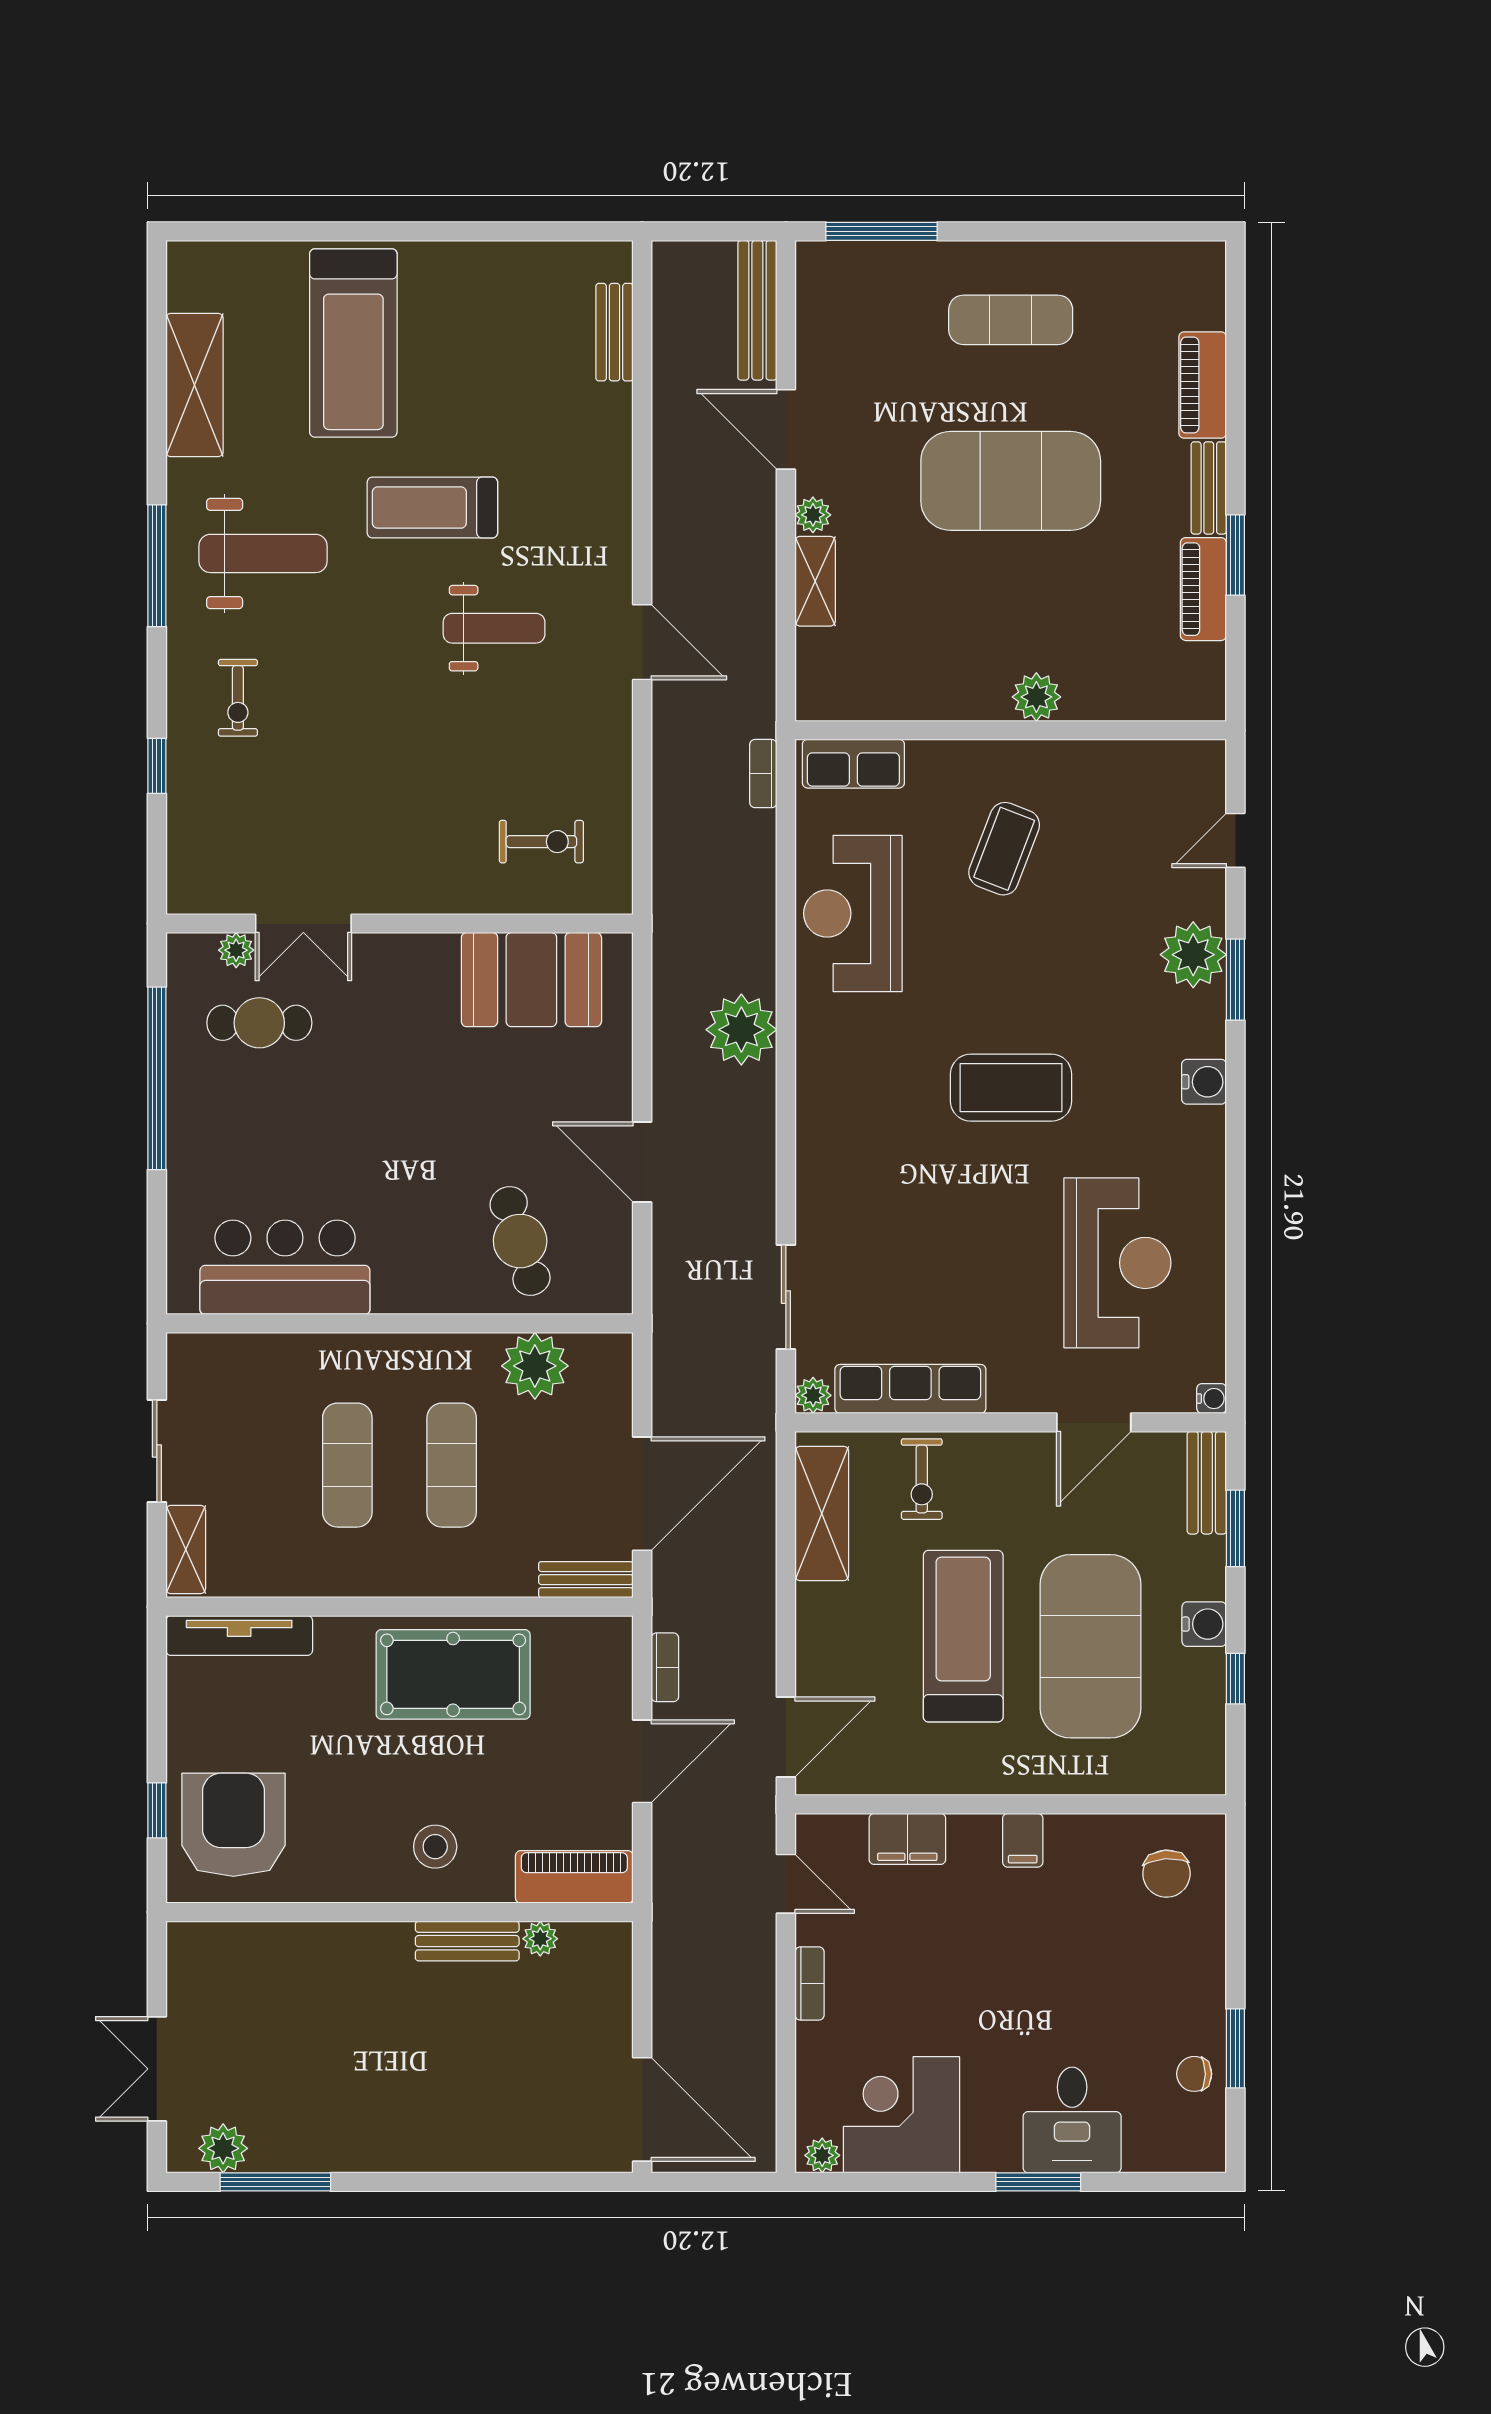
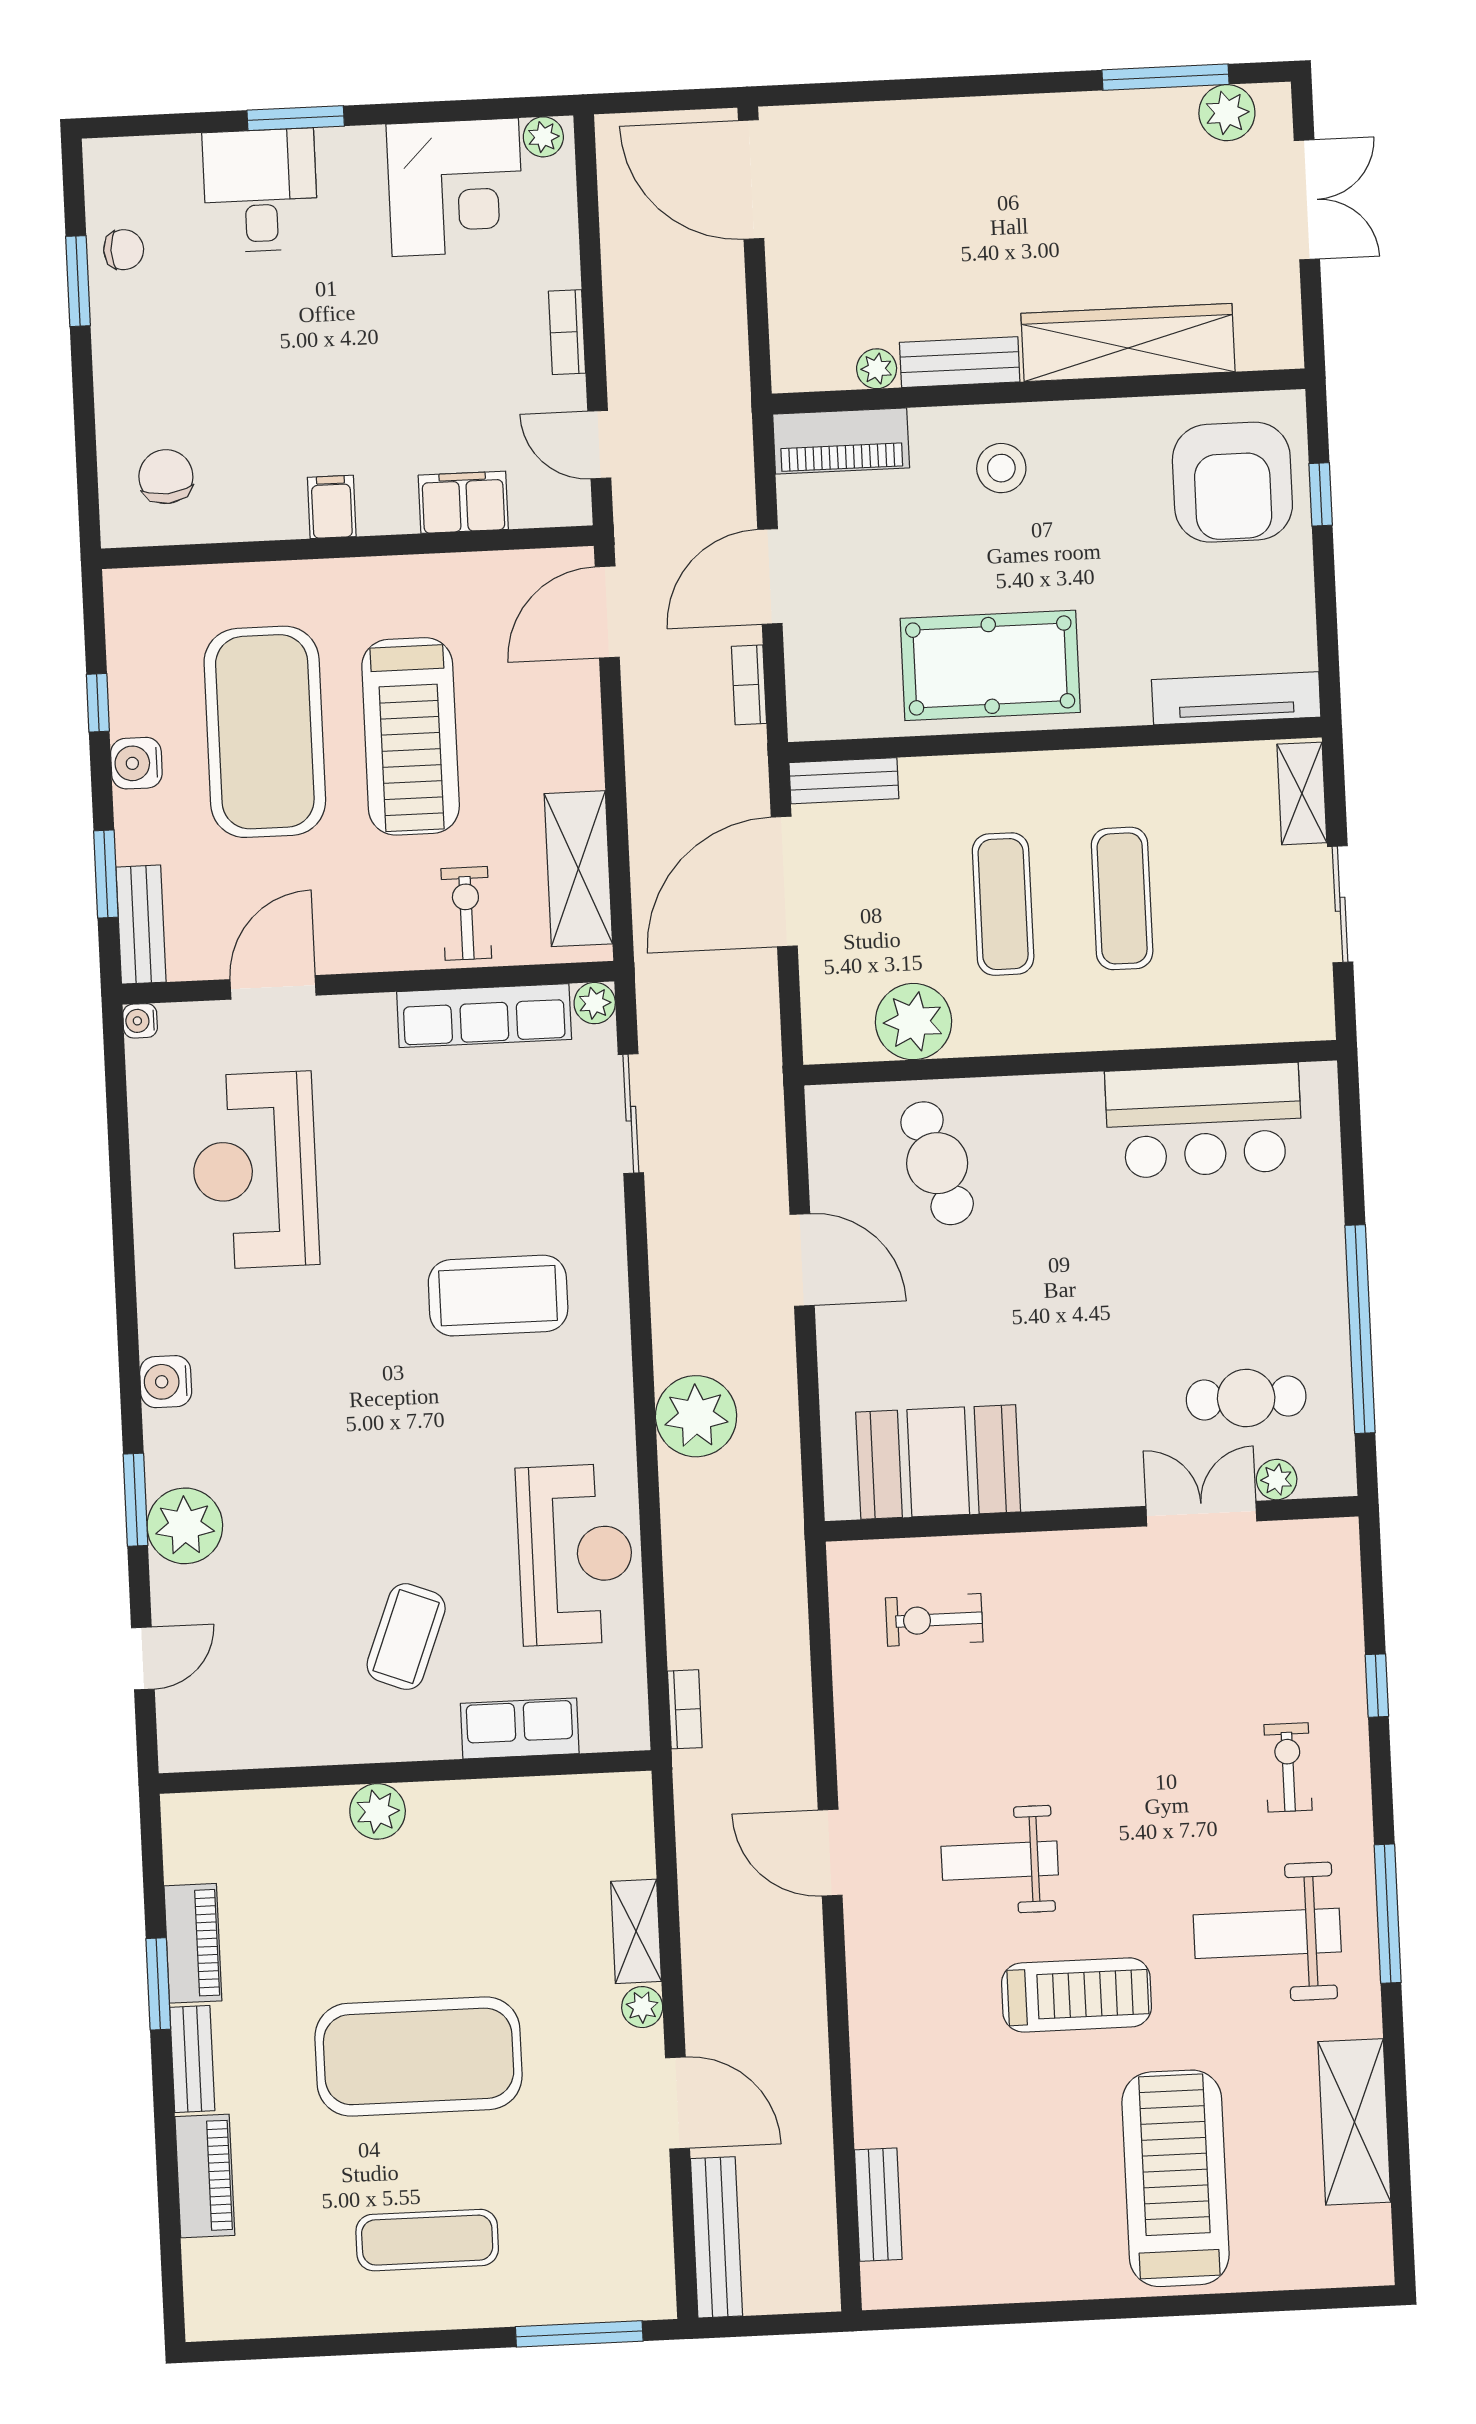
row of seats: (853, 764) -> (520, 1728), moved
coffee table: (1011, 1088) -> (498, 1296), moved
wardrobe: (319, 1951) -> (1128, 343), added

